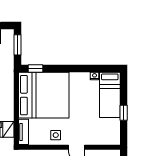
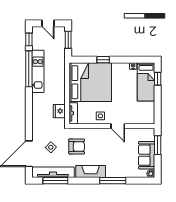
window: (35, 69) -> (103, 60), moved
window: (124, 113) -> (158, 79), moved

